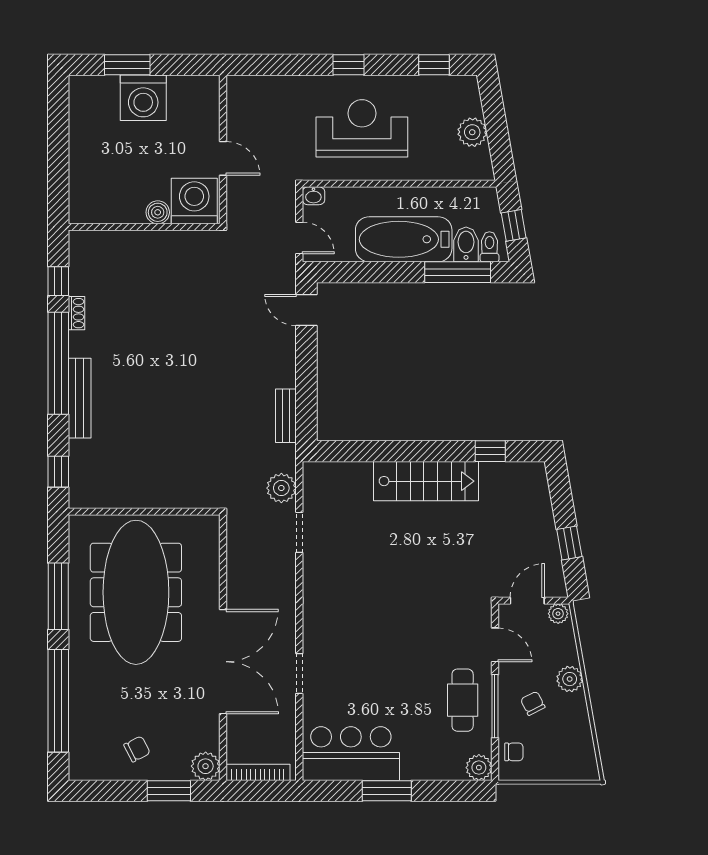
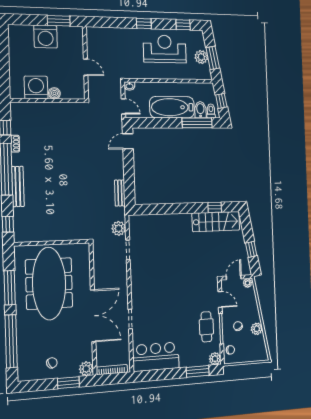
window: (127, 65) -> (59, 21), moved
reception desk: (362, 128) -> (165, 49), moved
window: (498, 134) -> (213, 58), added
washing machine: (194, 201) -> (36, 88), moved
door: (306, 310) -> (128, 141), hinge flipped
stairs: (426, 481) -> (216, 222), moved
plant: (570, 679) -> (257, 329), moved
window: (387, 791) -> (198, 371), moved

